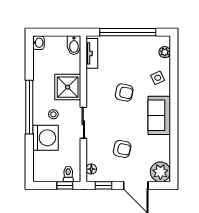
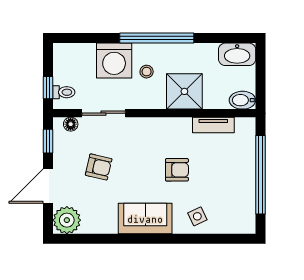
washbasin: (38, 43) -> (237, 54), width x1.91, depth x1.45
plant: (165, 52) -> (233, 226), removed
tv unit: (92, 53) -> (213, 125), moved
armchair: (124, 92) -> (177, 170), turned -101
sliding door: (83, 123) -> (104, 113), moved
armchair: (122, 149) -> (99, 167), turned -89

